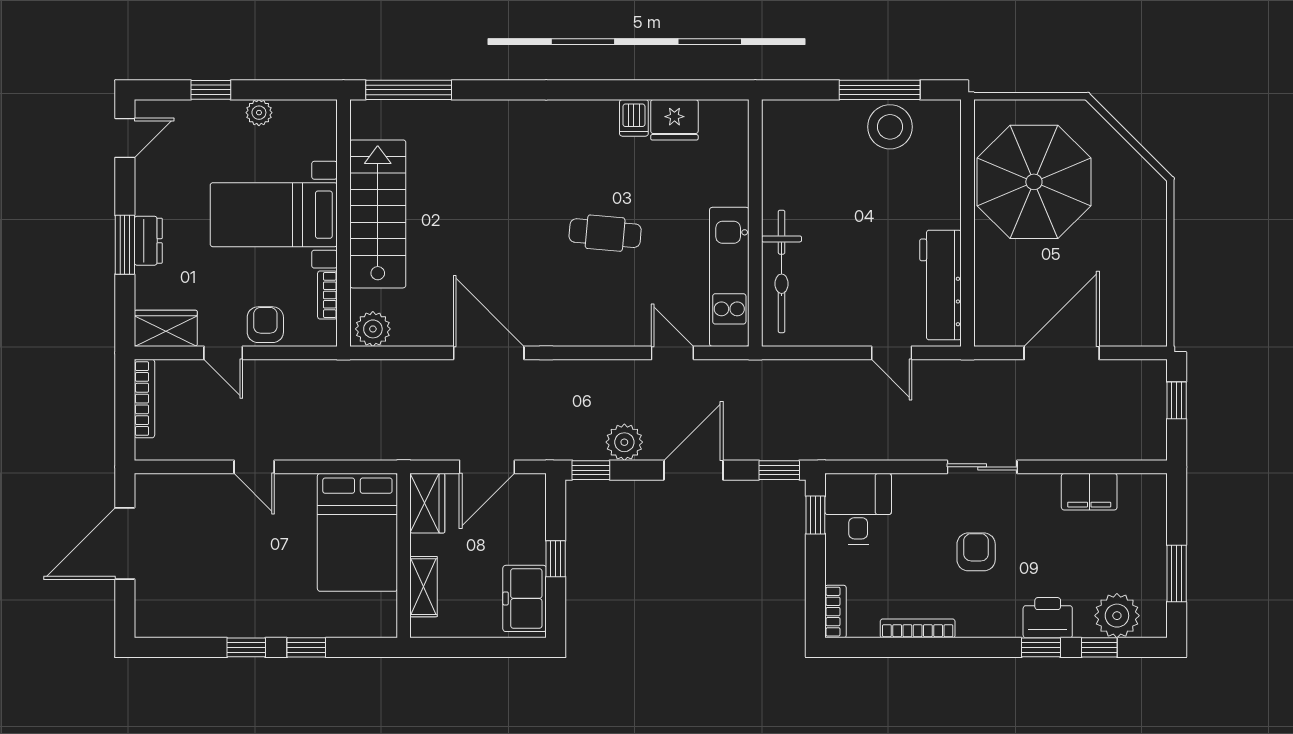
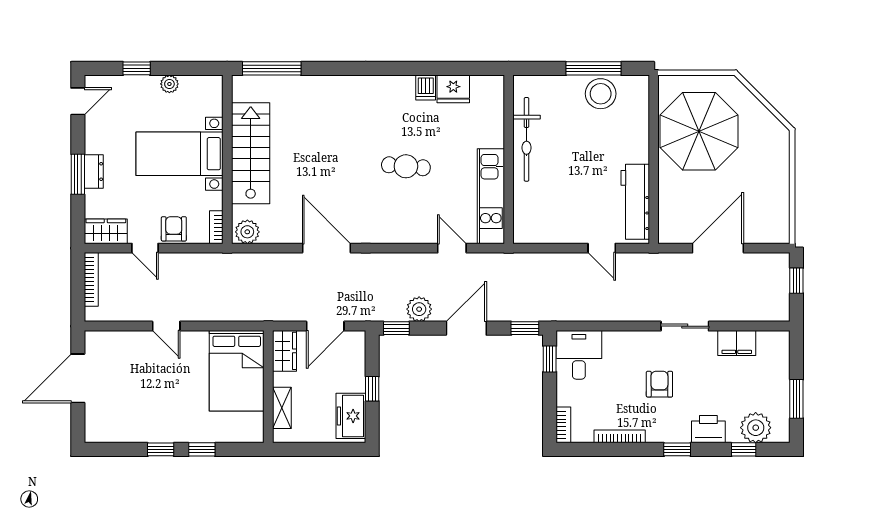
bicycle: (782, 271) -> (527, 139), moved
bookcase: (327, 295) -> (216, 227), moved
sliding door: (982, 467) -> (685, 326), moved
window: (1041, 647) -> (677, 449), moved

